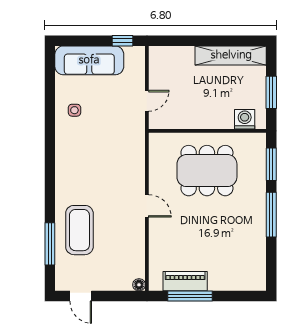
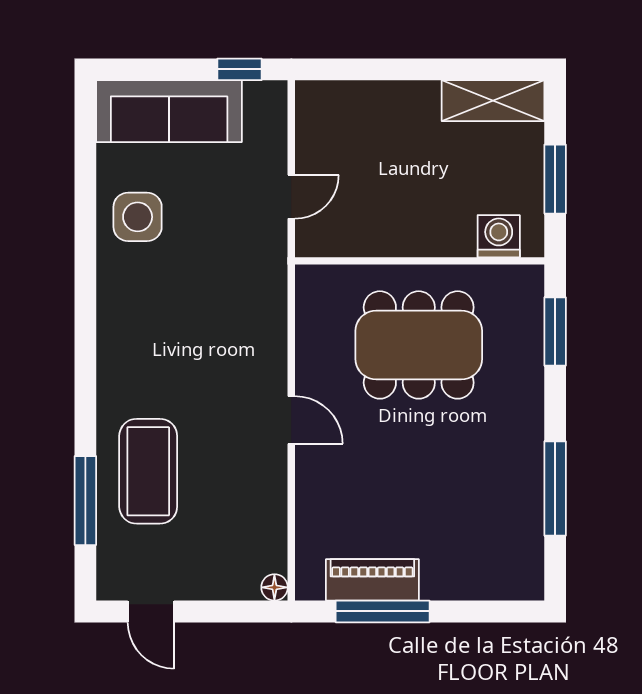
shelving: (231, 55) -> (493, 101), width x0.68
side table: (74, 110) -> (138, 217), width x1.87, depth x1.87
window: (271, 215) -> (555, 488), moved

